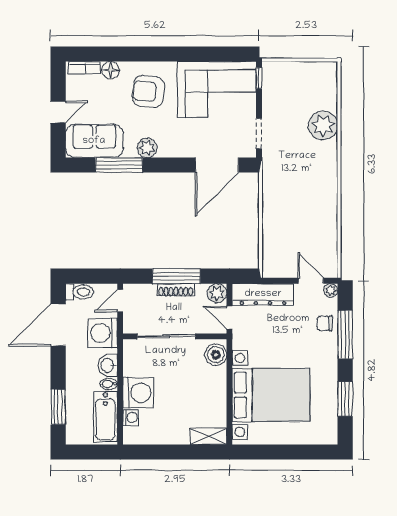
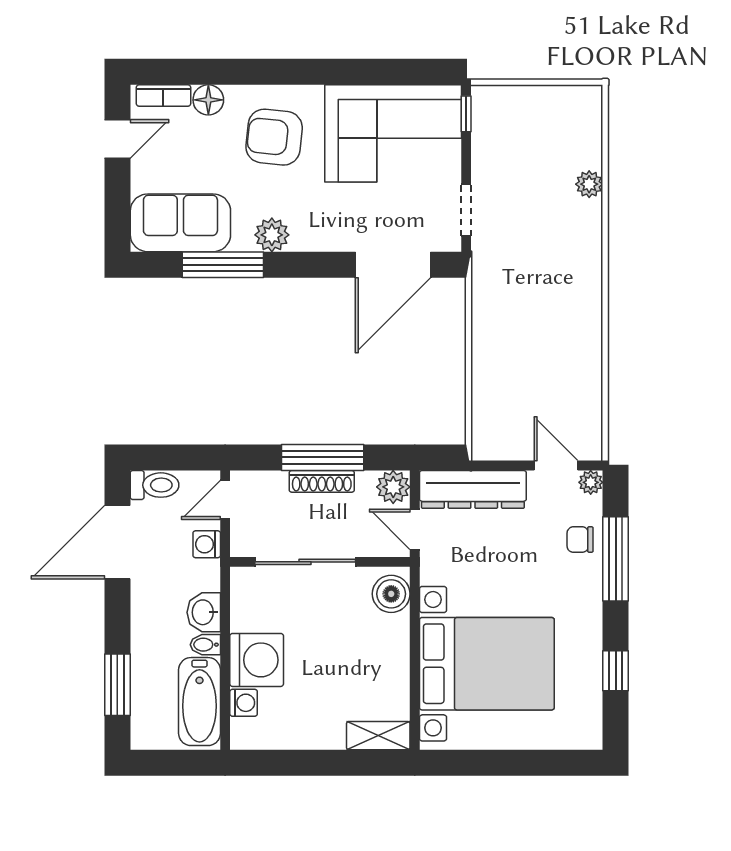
door: (58, 112) -> (117, 139), moved
plant: (323, 126) -> (589, 184), width x0.53, depth x0.53
washing machine: (103, 333) -> (207, 544), width x0.53, depth x0.53
window: (345, 399) -> (616, 671), width x0.67

